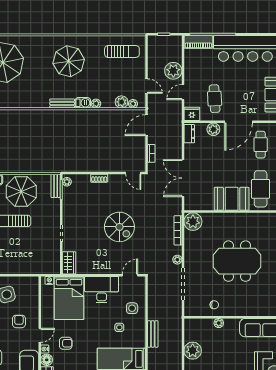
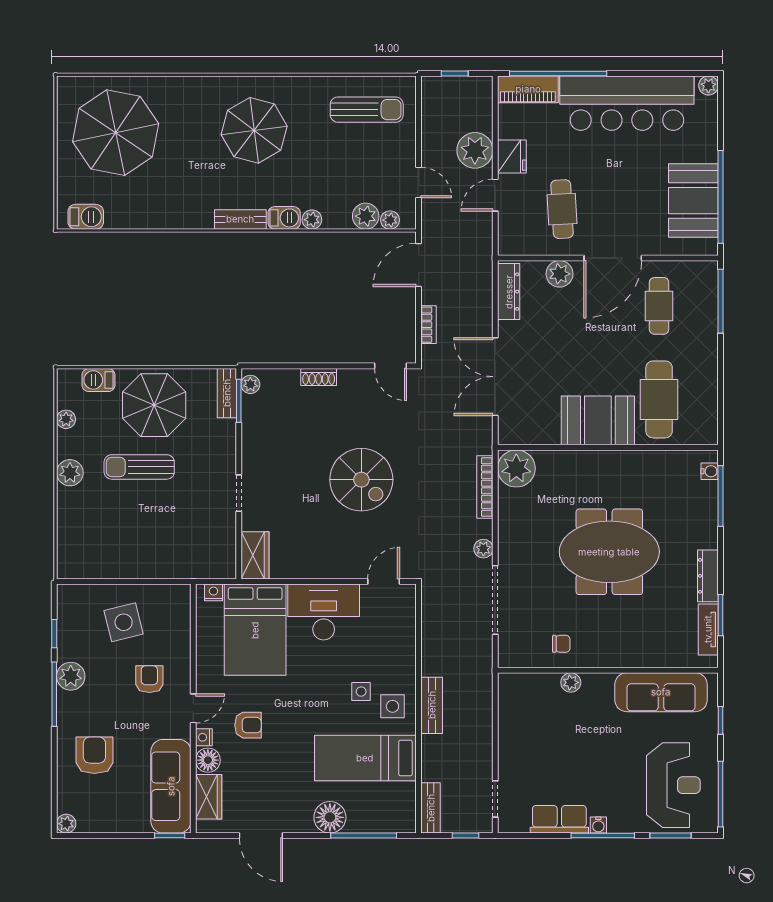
fridge: (192, 114) -> (512, 157), moved, turned 90
dresser: (189, 134) -> (509, 292), width x1.44
side table: (132, 308) -> (393, 706), moved
plant: (193, 351) -> (516, 741), removed

